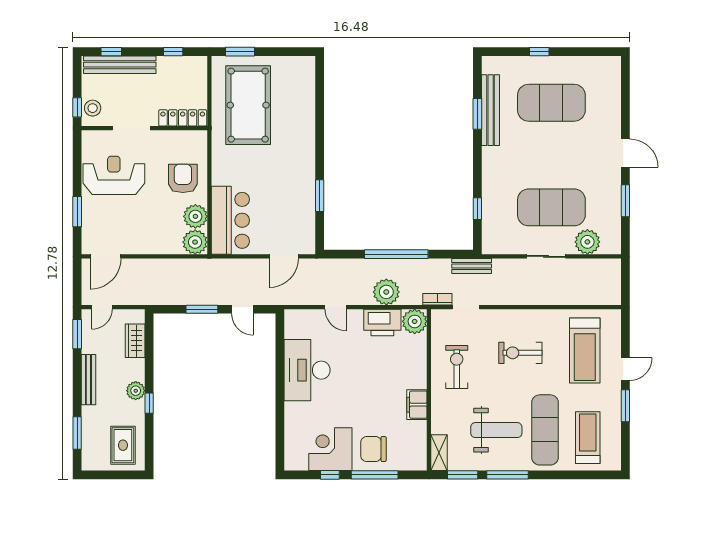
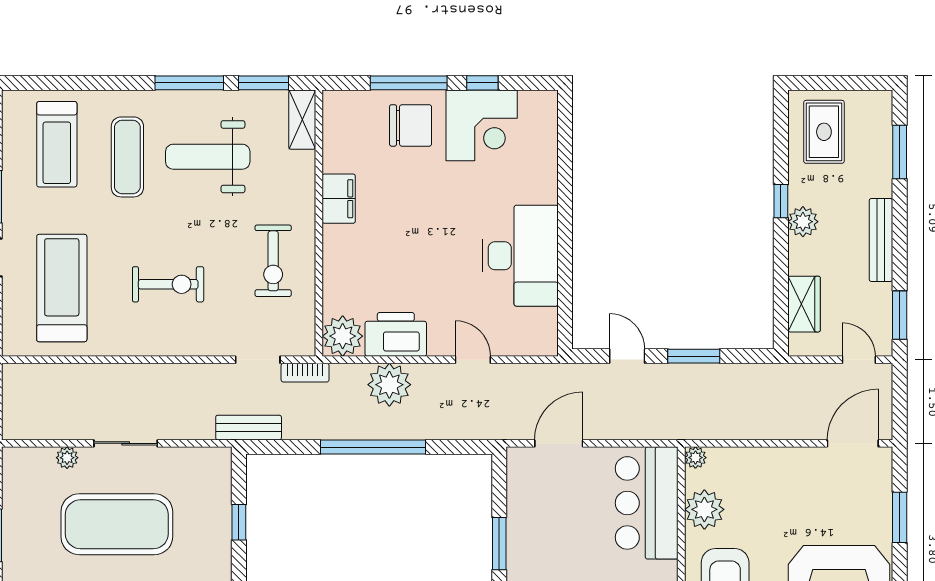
plant: (195, 242) -> (695, 458), width x0.53, depth x0.53
plant: (587, 242) -> (67, 458), width x0.53, depth x0.53
door: (102, 307) -> (859, 360), hinge flipped
exercise mat: (545, 430) -> (127, 157), width x0.73, depth x0.69

